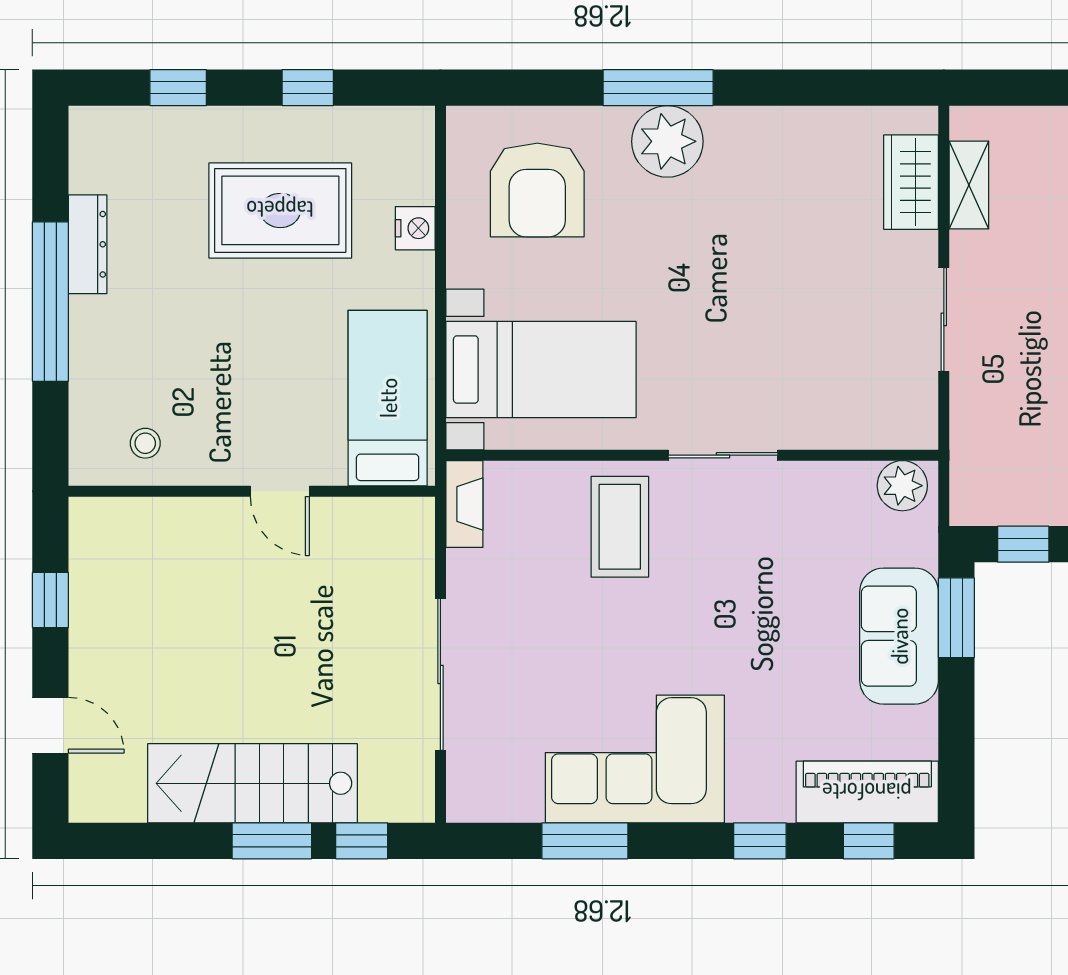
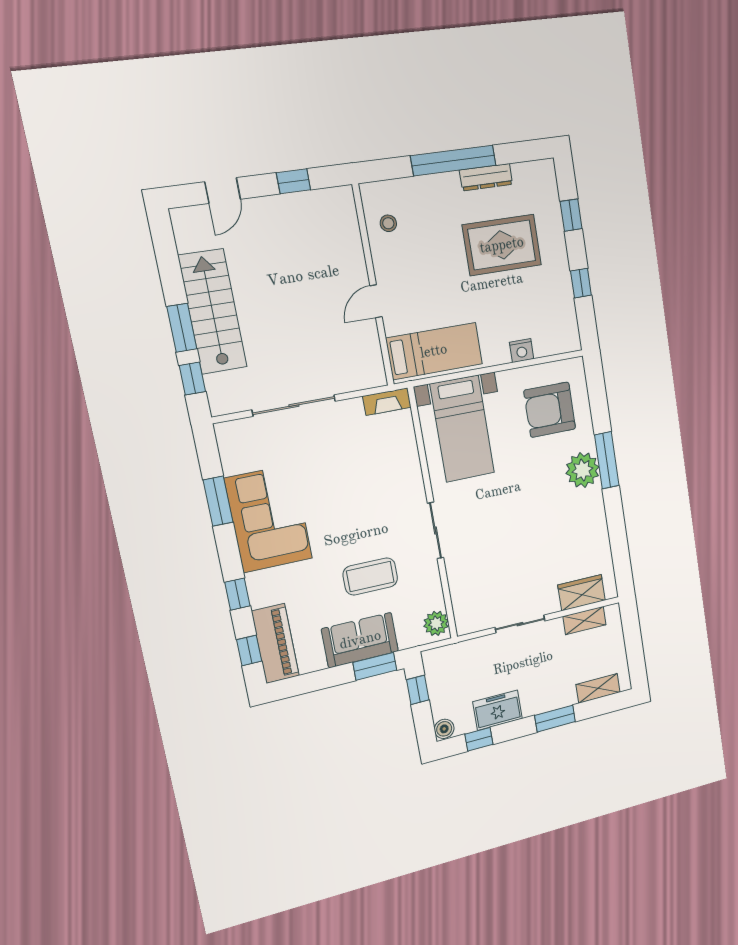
rug: (280, 210) -> (502, 245), moved, turned 90
coffee table: (620, 527) -> (370, 576), moved

